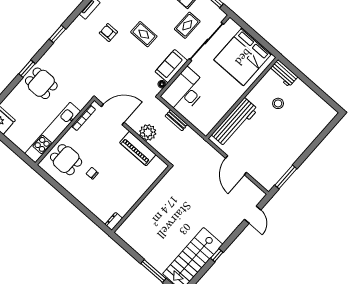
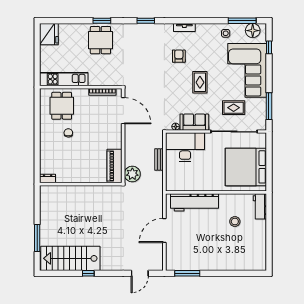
plant: (148, 132) -> (132, 174), moved
kitchen unit: (53, 133) -> (64, 79), width x0.73
piano: (138, 149) -> (115, 166), moved

